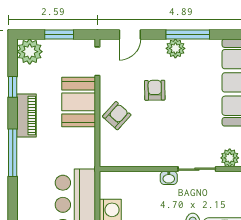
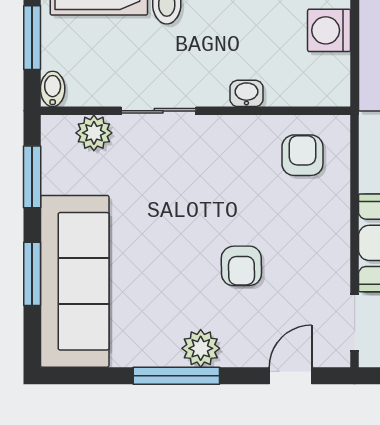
armchair: (117, 116) -> (302, 155), moved, turned 138
washbasin: (169, 178) -> (246, 93), moved

